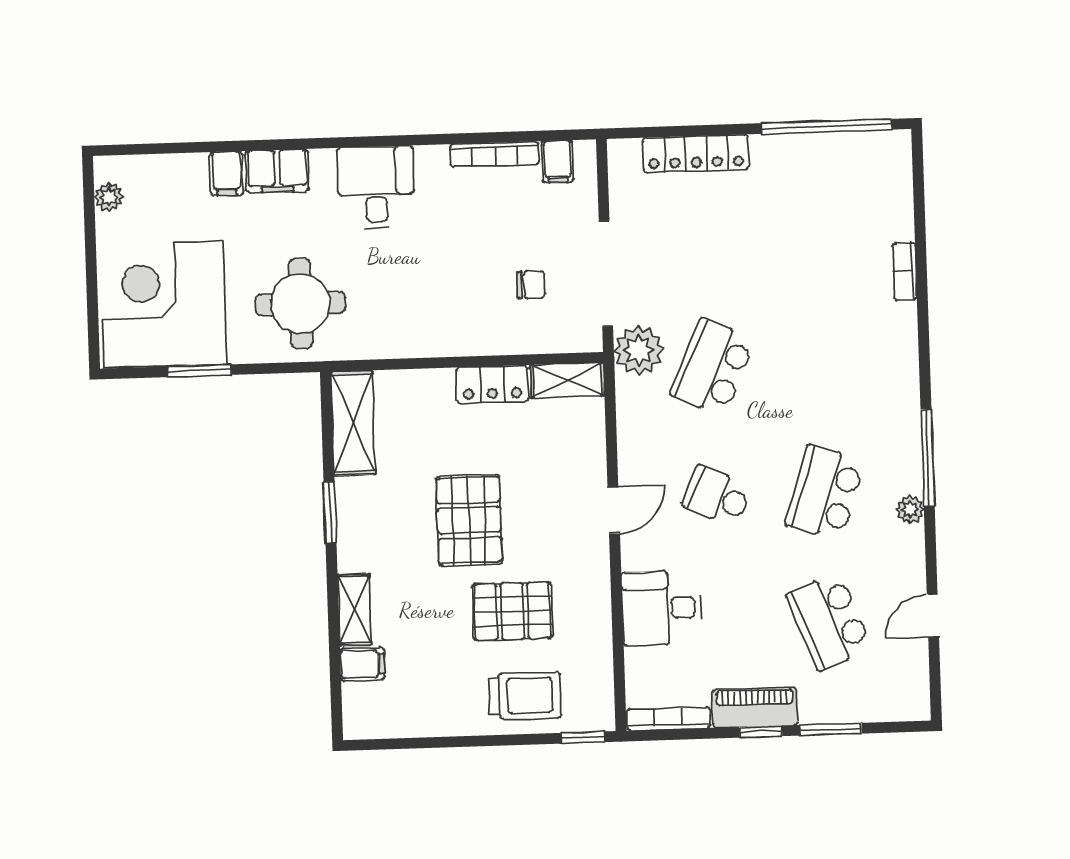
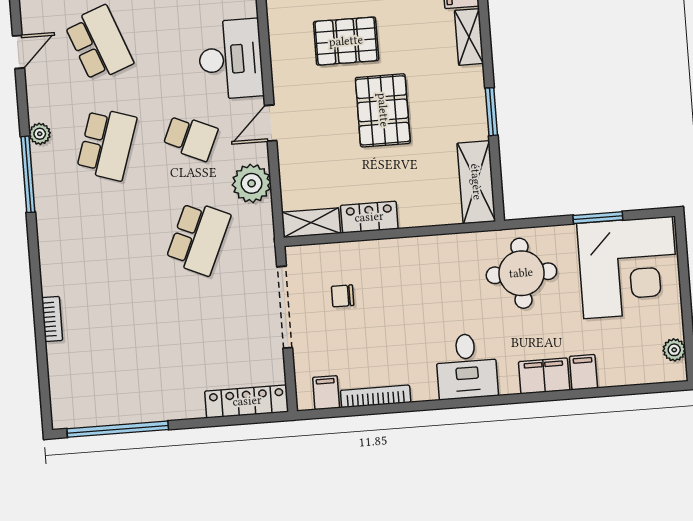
locker: (696, 153) -> (247, 401), moved
plant: (639, 350) -> (252, 183), moved
desk: (662, 608) -> (231, 59), width x1.37

